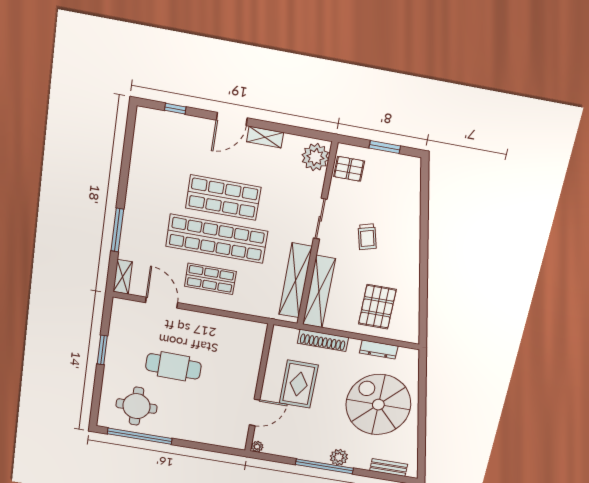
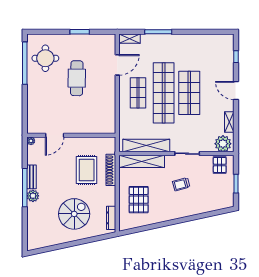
shelving: (265, 137) -> (229, 122), moved
pallet: (377, 307) -> (139, 200), turned 90
dresser: (379, 349) -> (111, 218), moved
rug: (299, 384) -> (87, 170), moved, turned 90
spiral stairs: (378, 405) -> (74, 214), width x0.73, depth x0.73
door: (255, 412) -> (55, 135), hinge flipped
bench: (389, 467) -> (31, 177), moved

